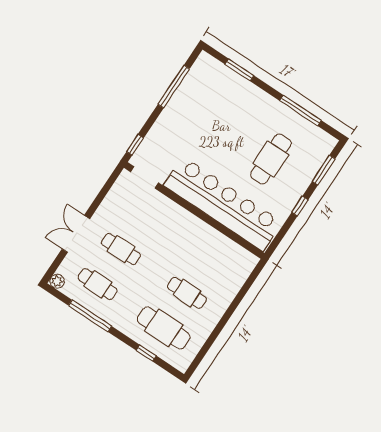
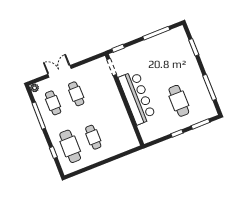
cafe table: (271, 159) -> (179, 101), turned 90
bar counter: (223, 204) -> (137, 98), width x0.73

